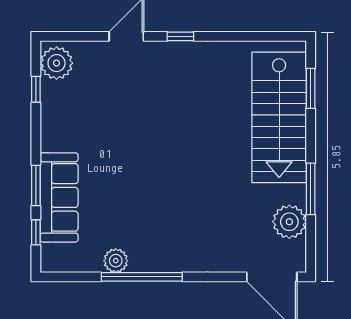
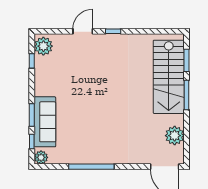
window: (311, 189) -> (186, 95), moved
plant: (116, 261) -> (41, 157), moved

